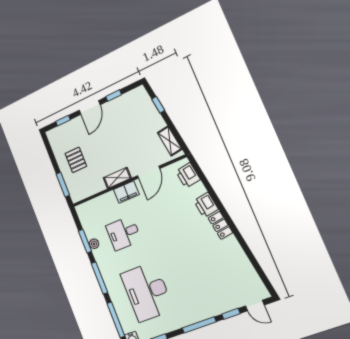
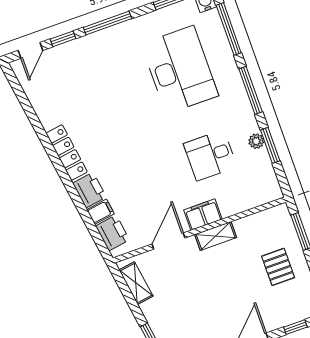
filing cabinet: (197, 190) -> (100, 212), added
locker: (220, 225) -> (67, 153), width x1.53
desk: (124, 233) -> (210, 155), turned 180
door: (255, 305) -> (30, 50), swing flipped

